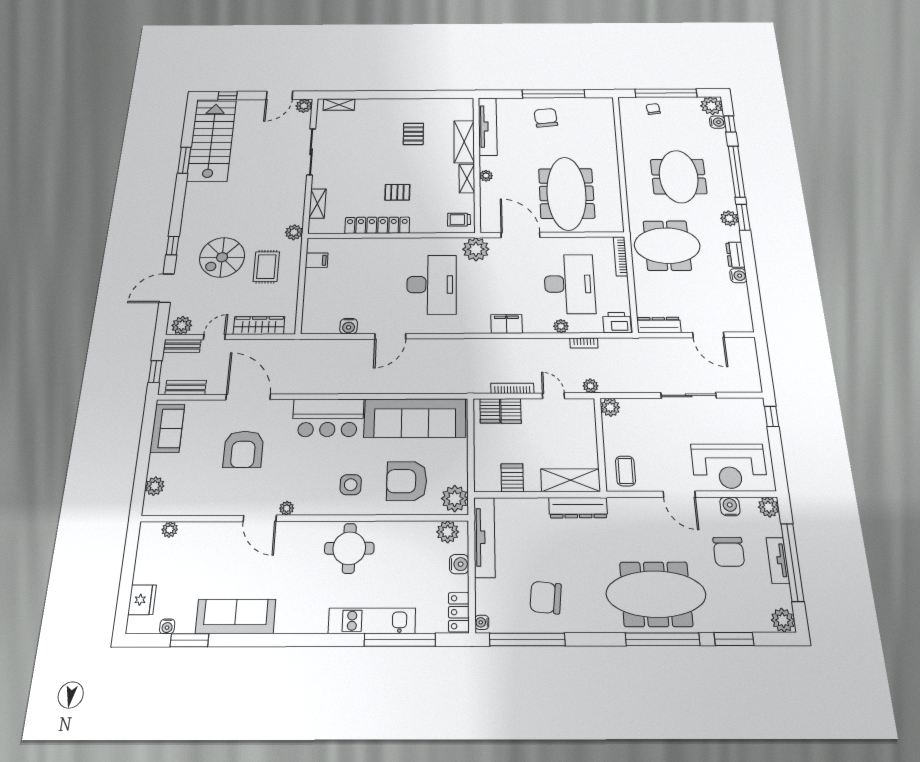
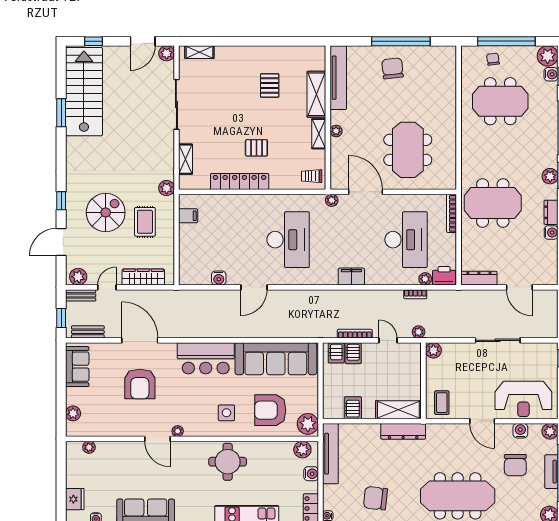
meeting table: (679, 177) -> (500, 101), moved, turned 90
meeting table: (566, 193) -> (408, 150), width x0.73
plant: (476, 249) -> (332, 200), width x0.53, depth x0.53
spiral stairs: (222, 257) -> (106, 212), turned 180
plant: (561, 326) -> (425, 279), moved

